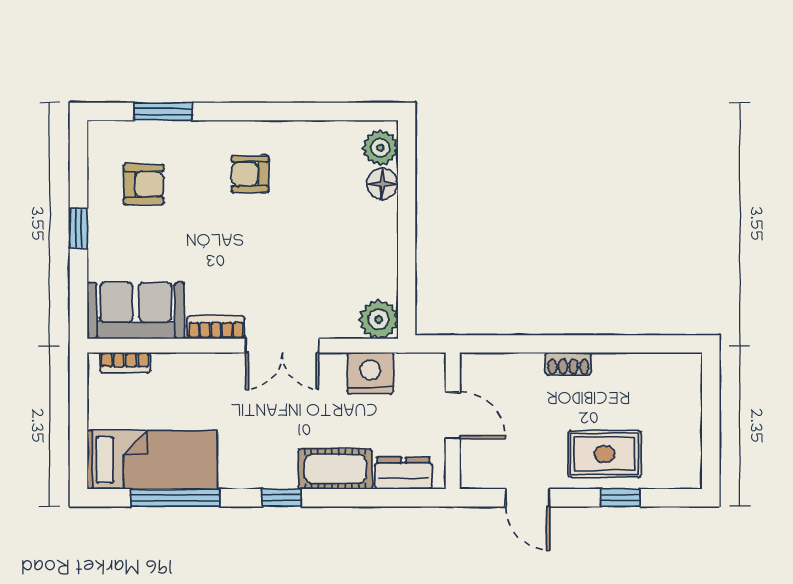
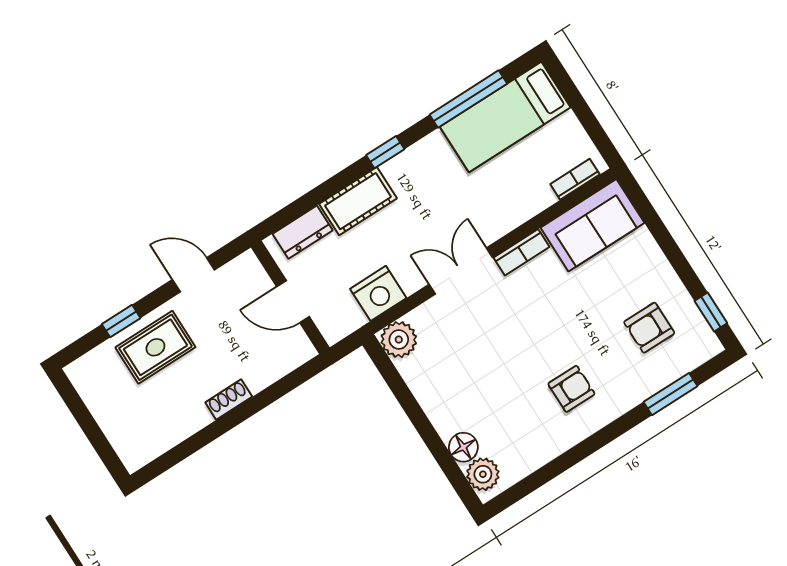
window: (78, 228) -> (711, 312), moved

